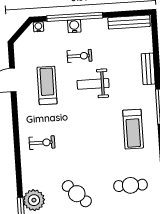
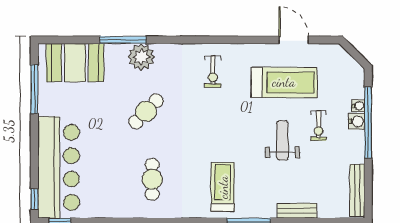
water cooler: (38, 27) -> (358, 106), moved
treadmill: (47, 85) -> (284, 82), width x1.37, depth x1.38
treadmill: (133, 129) -> (223, 187), turned 90

